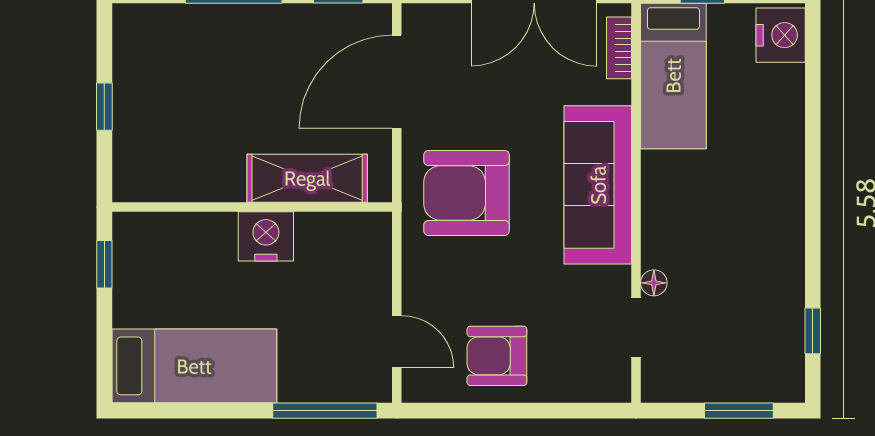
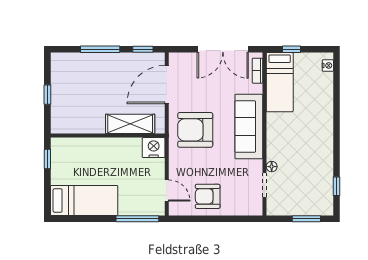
nightstand: (781, 35) -> (328, 65), width x0.53, depth x0.56
nightstand: (266, 236) -> (154, 148), moved

